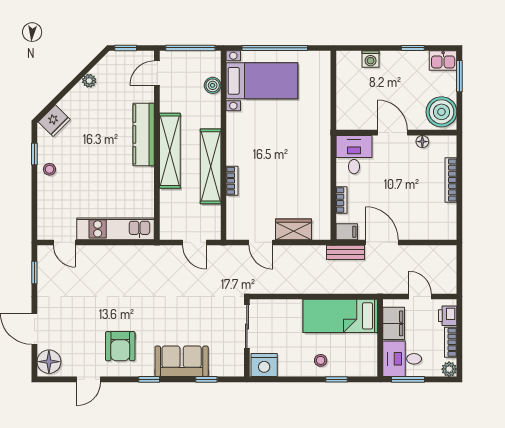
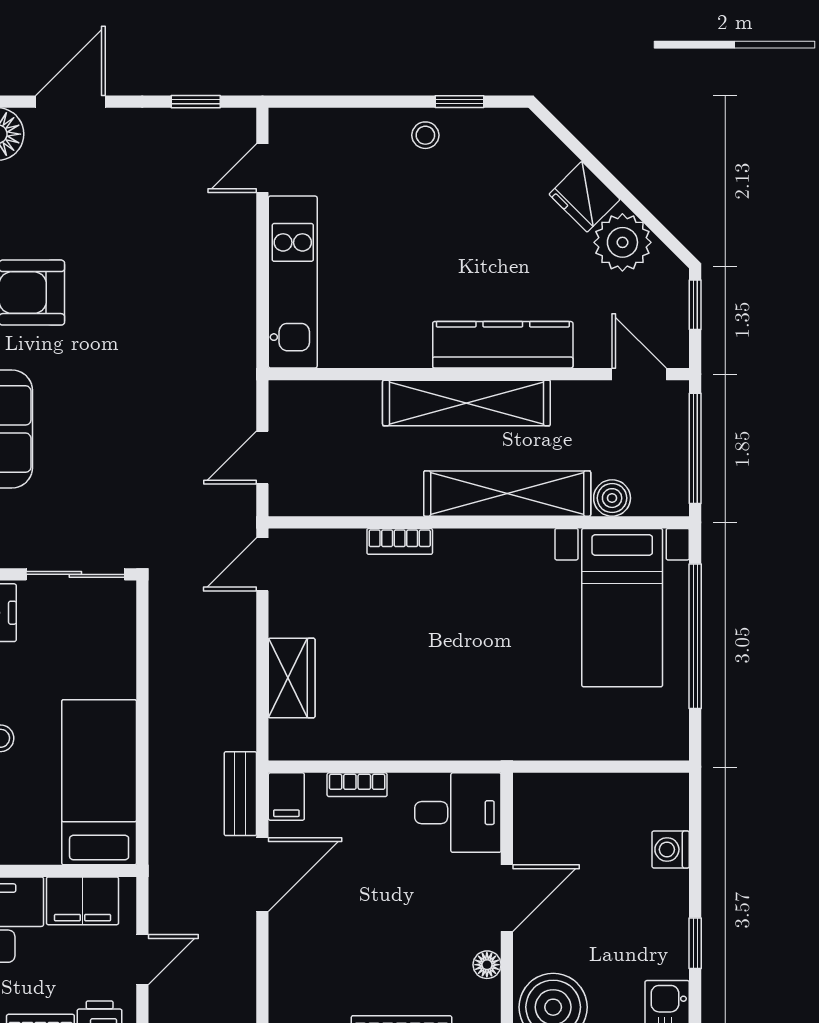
plant: (89, 81) -> (622, 242), width x1.88, depth x1.88
fridge: (54, 121) -> (584, 197), moved
shelving: (211, 166) -> (507, 494), moved
door: (261, 242) -> (262, 564), moved

